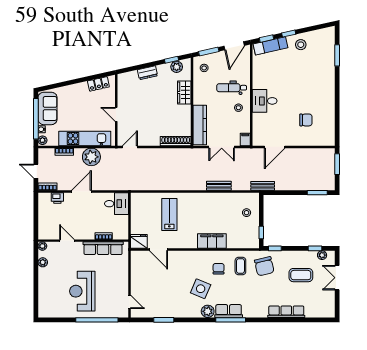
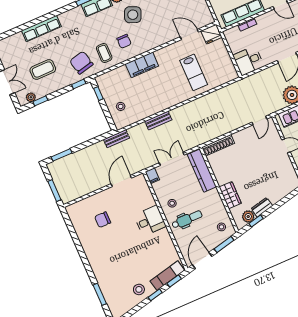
dresser: (148, 73) -> (262, 207), moved

